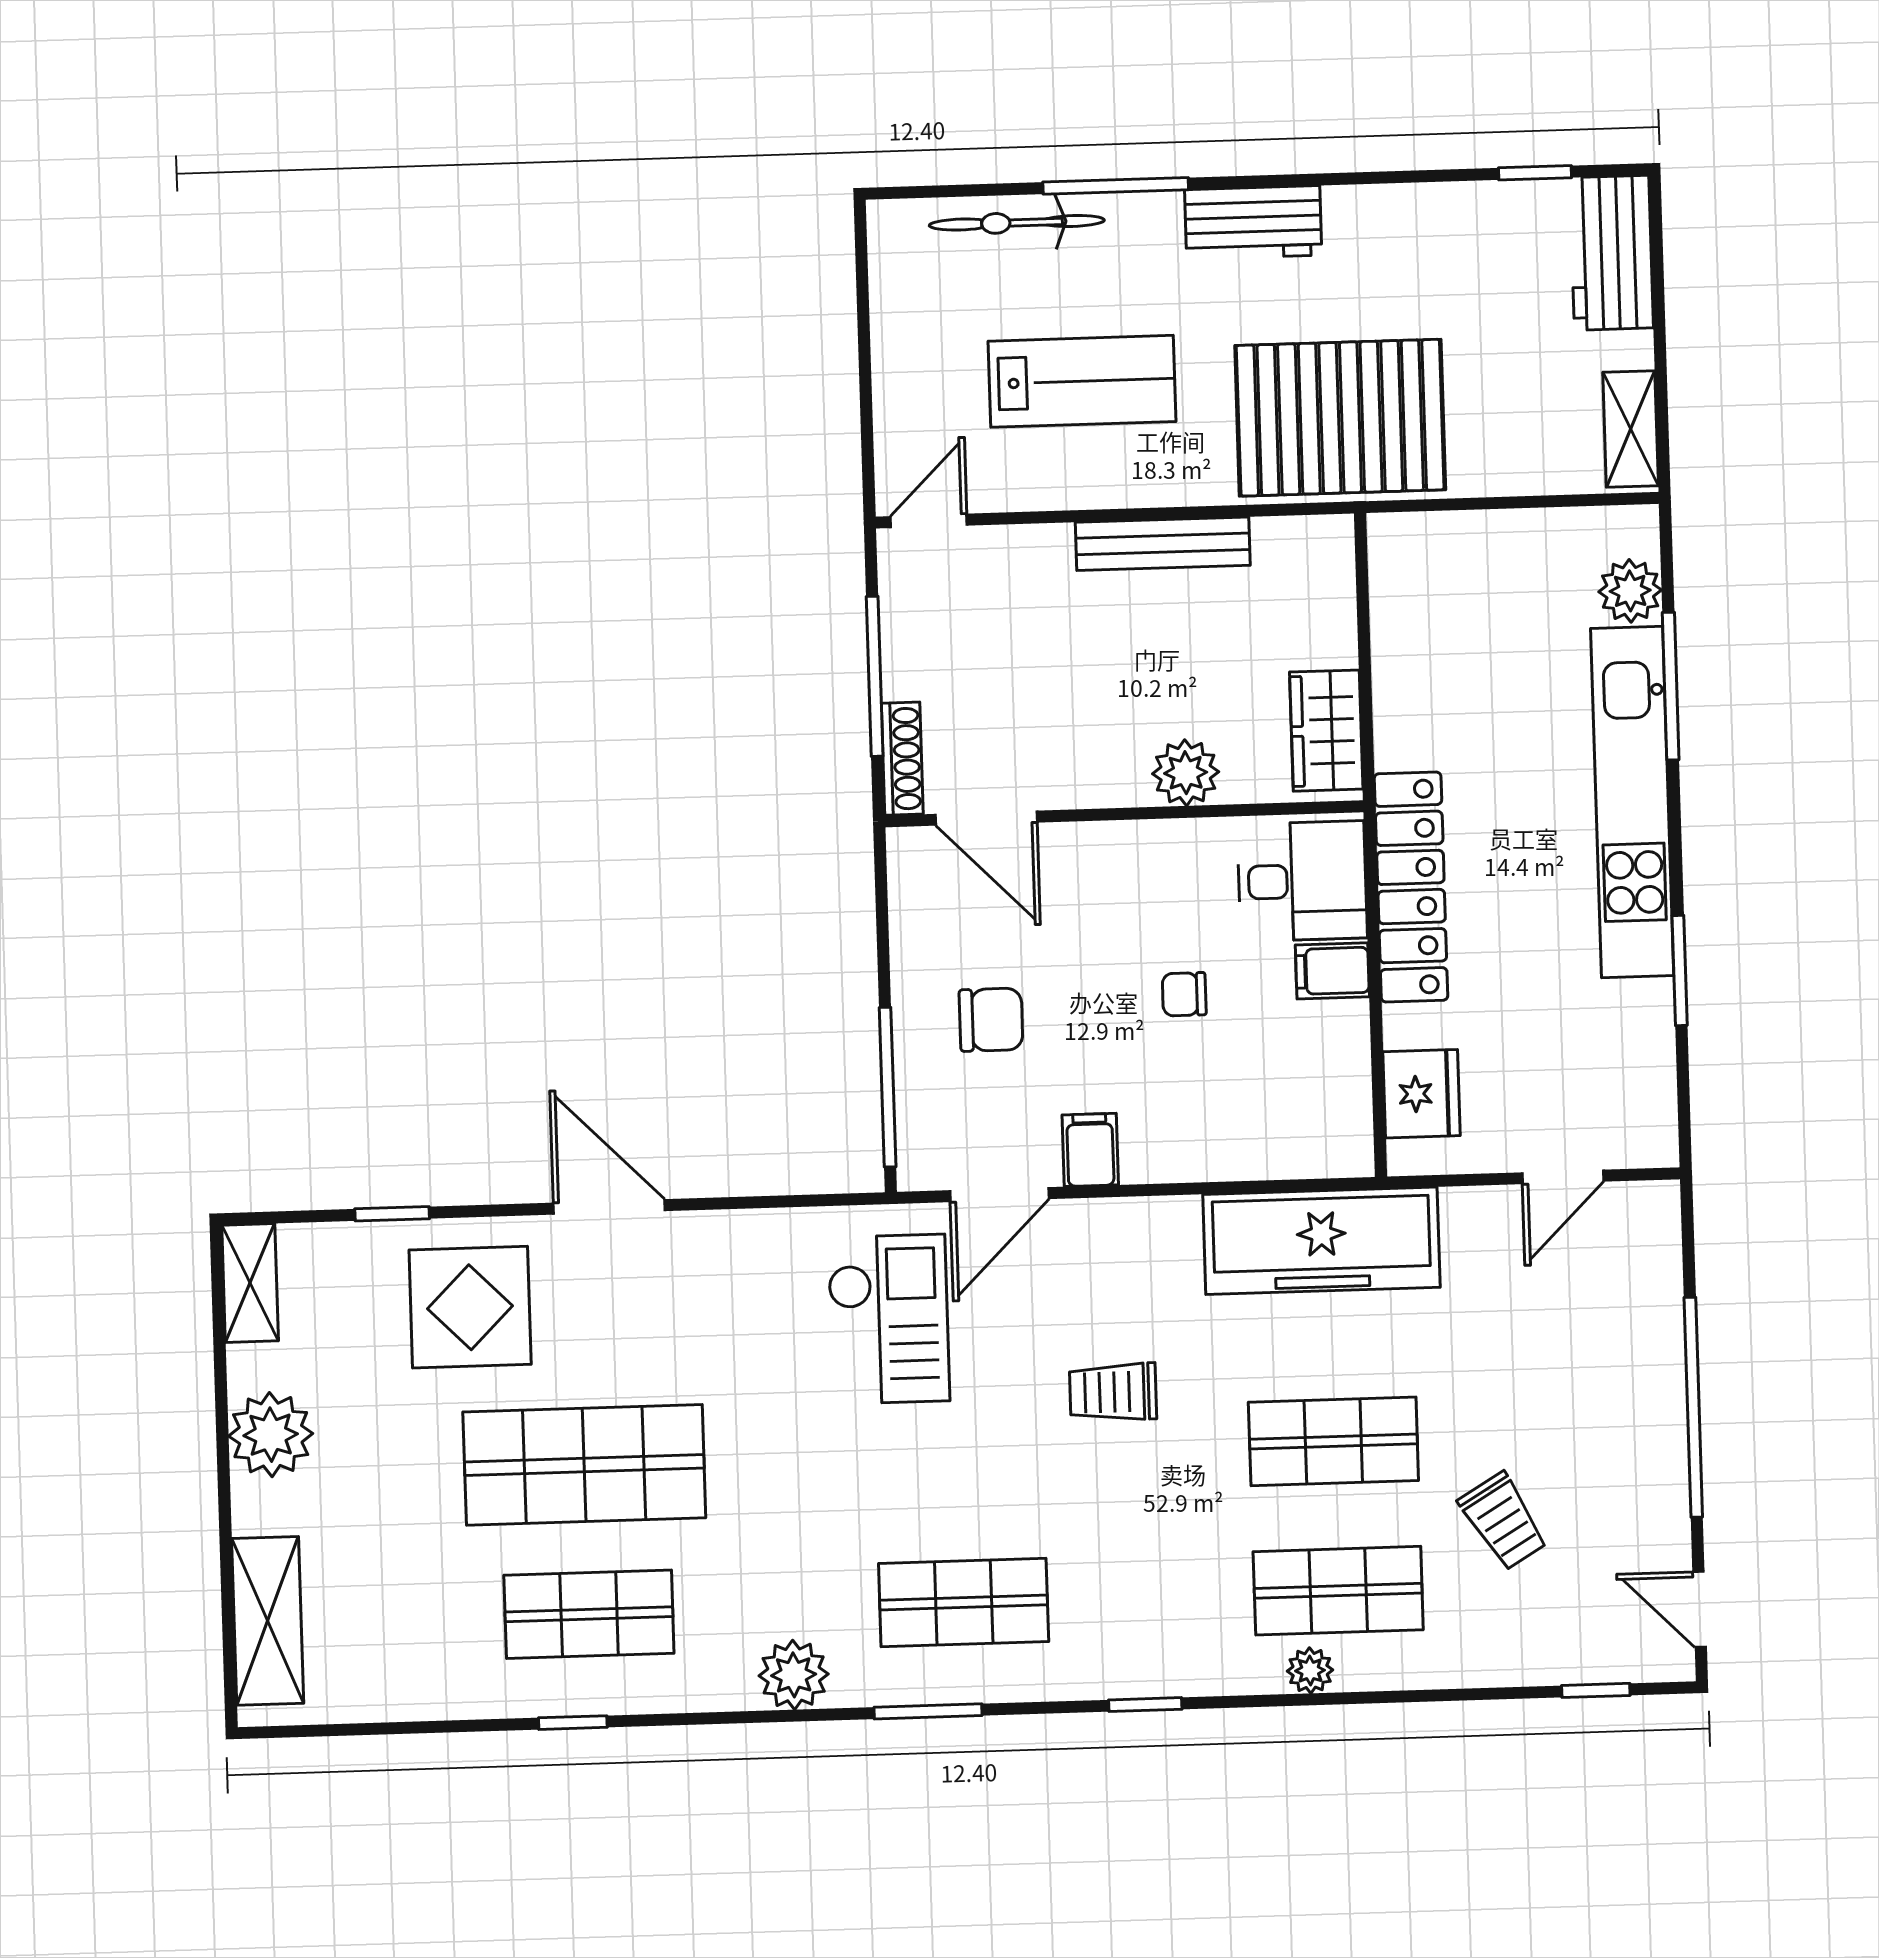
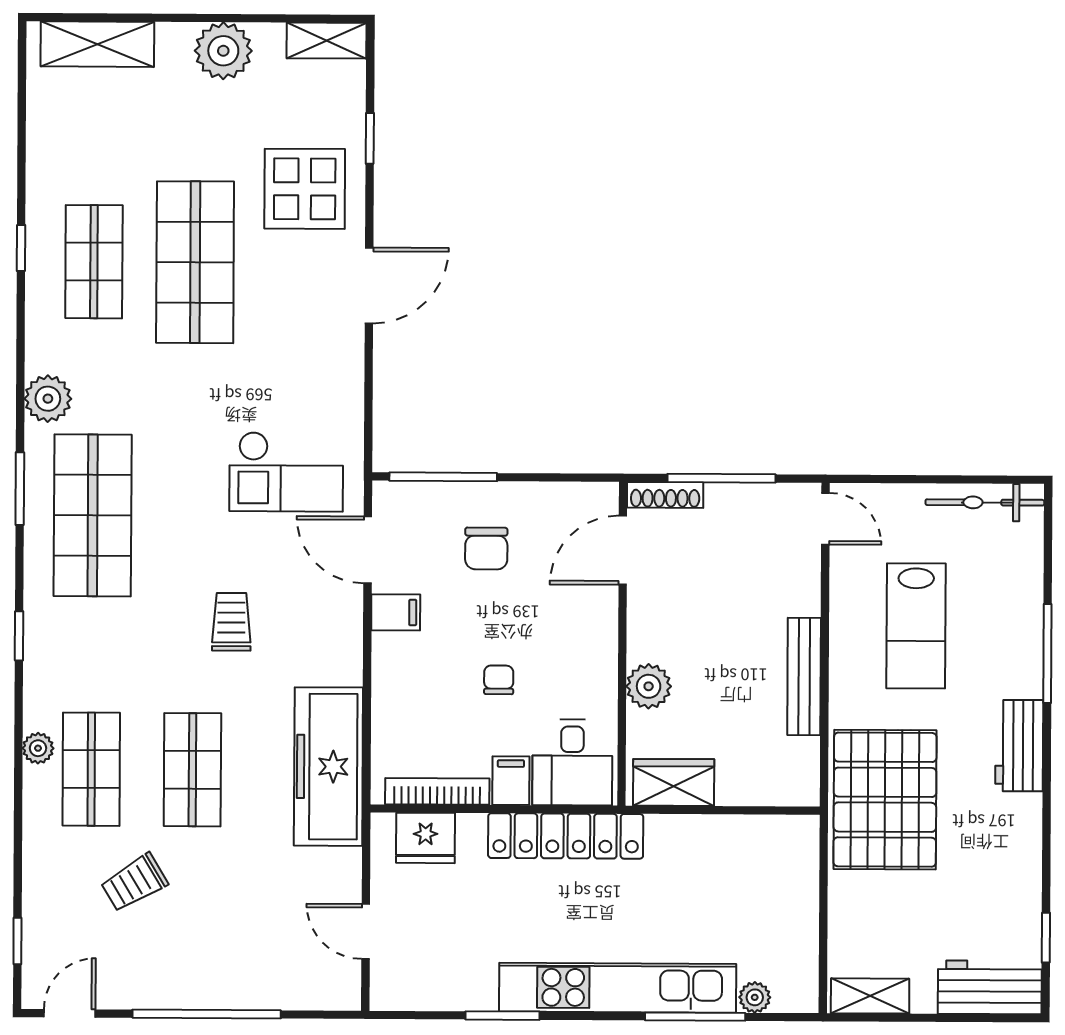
bicycle: (1017, 223) -> (985, 502), moved, turned -90
plant: (1630, 591) -> (755, 997), width x0.73, depth x0.73
bookcase: (1352, 1079) -> (437, 791), added
shop shelf: (964, 1602) -> (93, 515), width x1.43, depth x1.36

